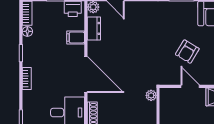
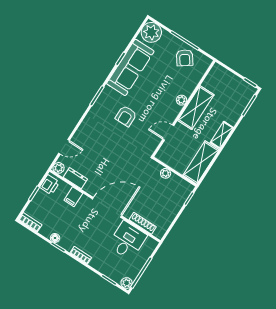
floor lamp: (27, 31) -> (55, 238), moved
armchair: (187, 52) -> (126, 116), moved, turned 59
plant: (151, 95) -> (166, 173), moved

